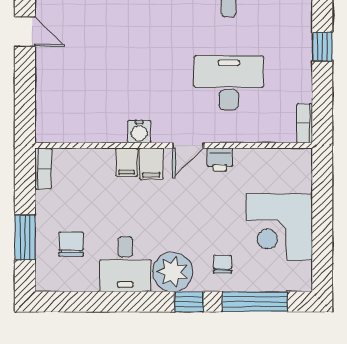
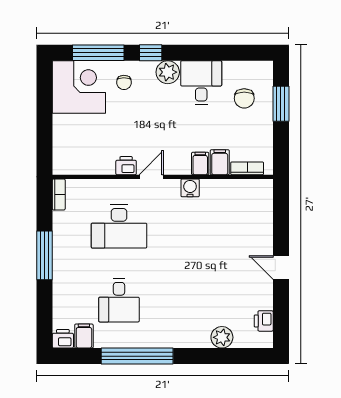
window: (322, 47) -> (45, 255), width x2.17
filing cabinet: (151, 164) -> (220, 162), moved
bookcase: (43, 168) -> (247, 168), moved, turned 90
corner desk: (279, 227) -> (79, 87), moved
plant: (173, 272) -> (168, 72), width x0.73, depth x0.73

